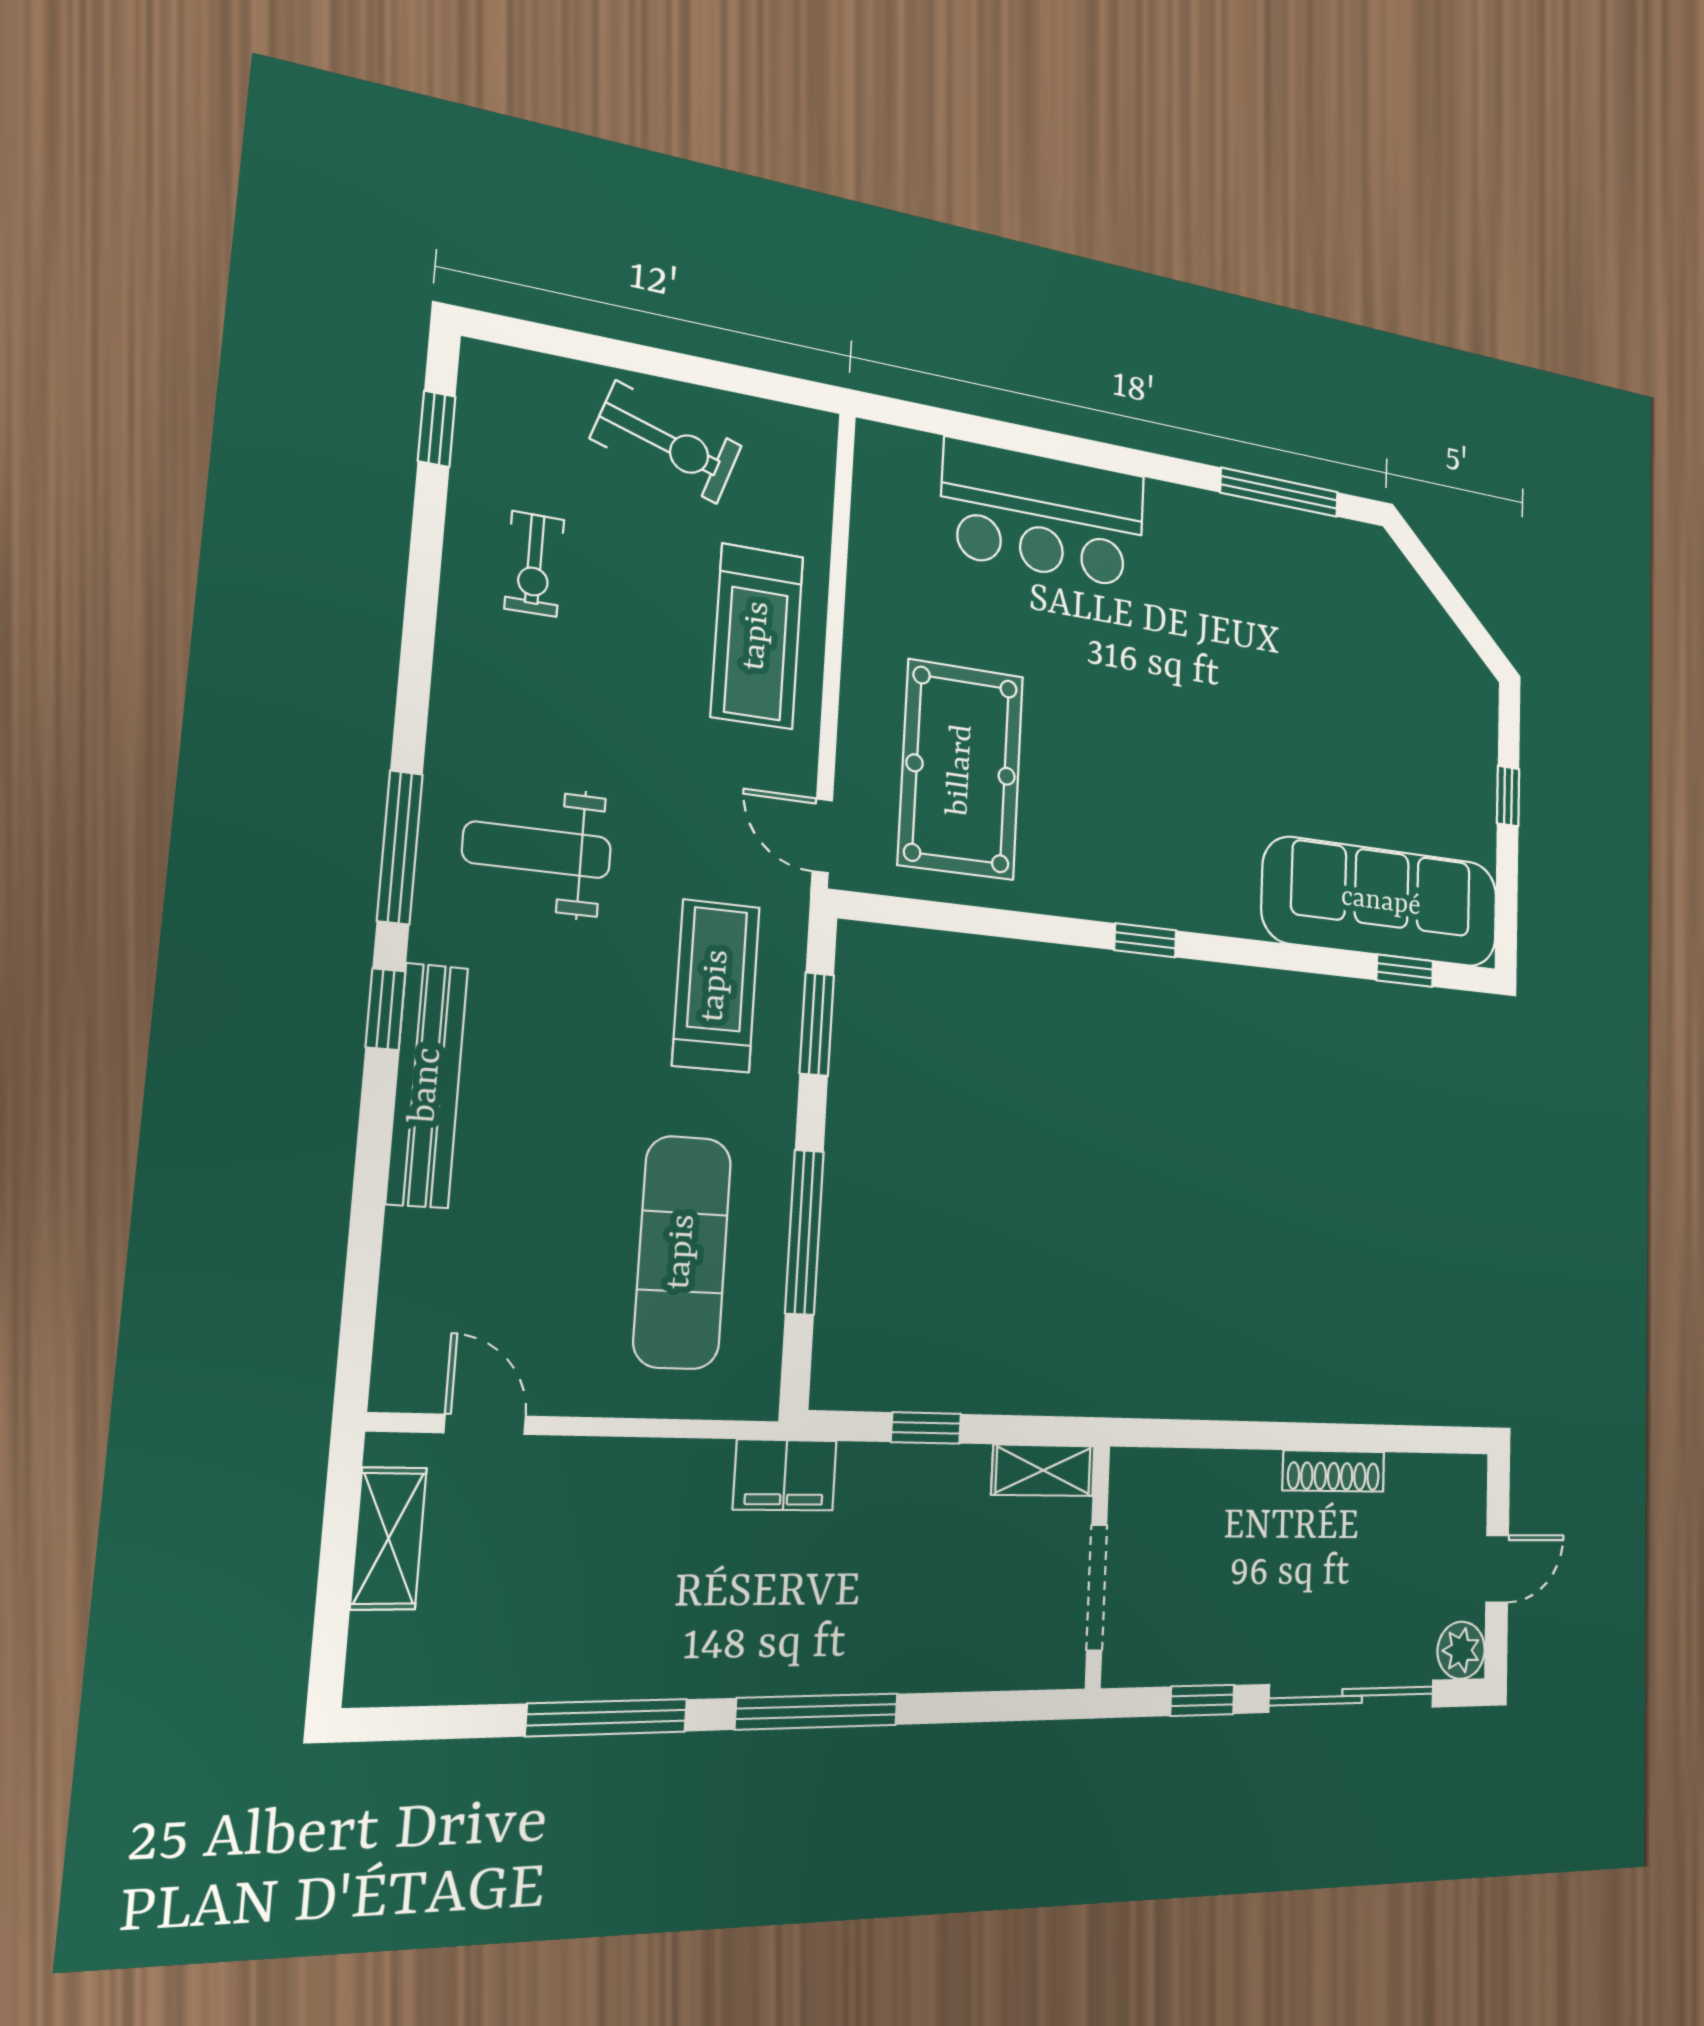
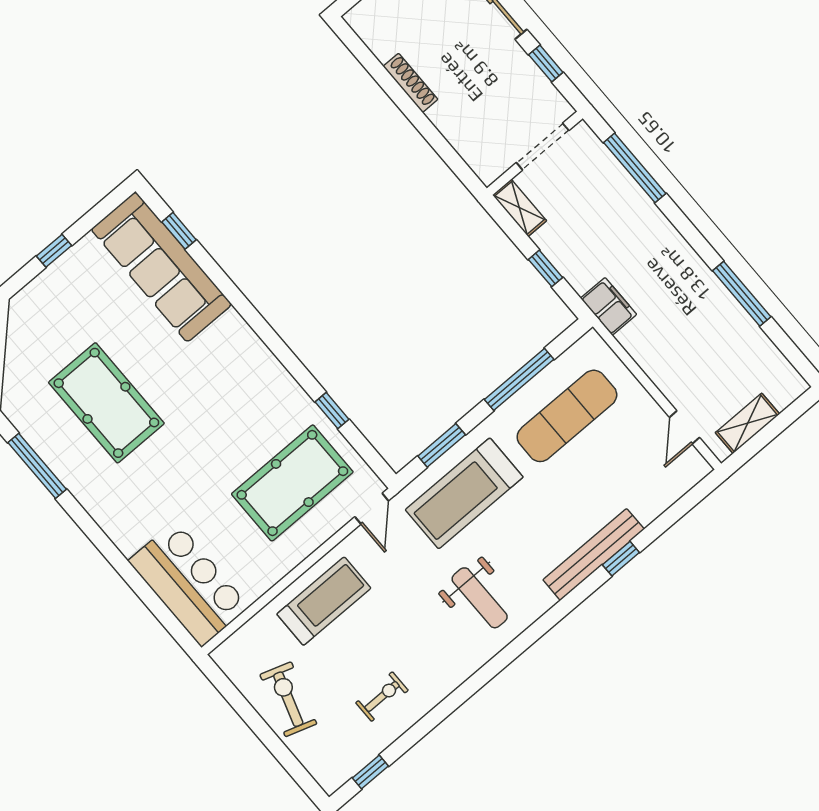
bar counter: (1043, 514) -> (189, 584), moved
pool table: (1279, 656) -> (106, 403), added
window: (400, 847) -> (525, 641), removed
window: (1145, 940) -> (332, 411), moved
treadmill: (716, 986) -> (464, 493), width x1.37, depth x1.38
window: (385, 1009) -> (621, 559), moved
window: (817, 1712) -> (635, 168), moved

